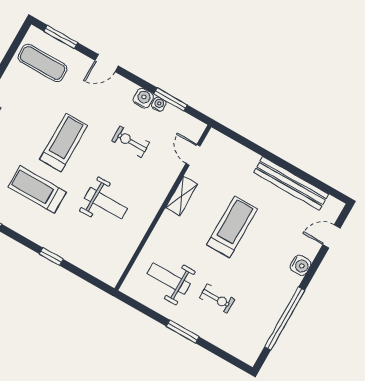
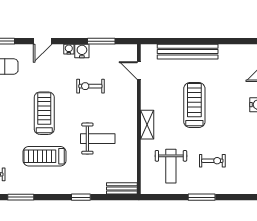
water cooler: (159, 104) -> (69, 49), moved
bench: (291, 183) -> (188, 52), moved
shelving: (182, 196) -> (147, 125), moved
bench: (101, 273) -> (122, 188), added
weight bench: (169, 279) -> (171, 166), turned -90

